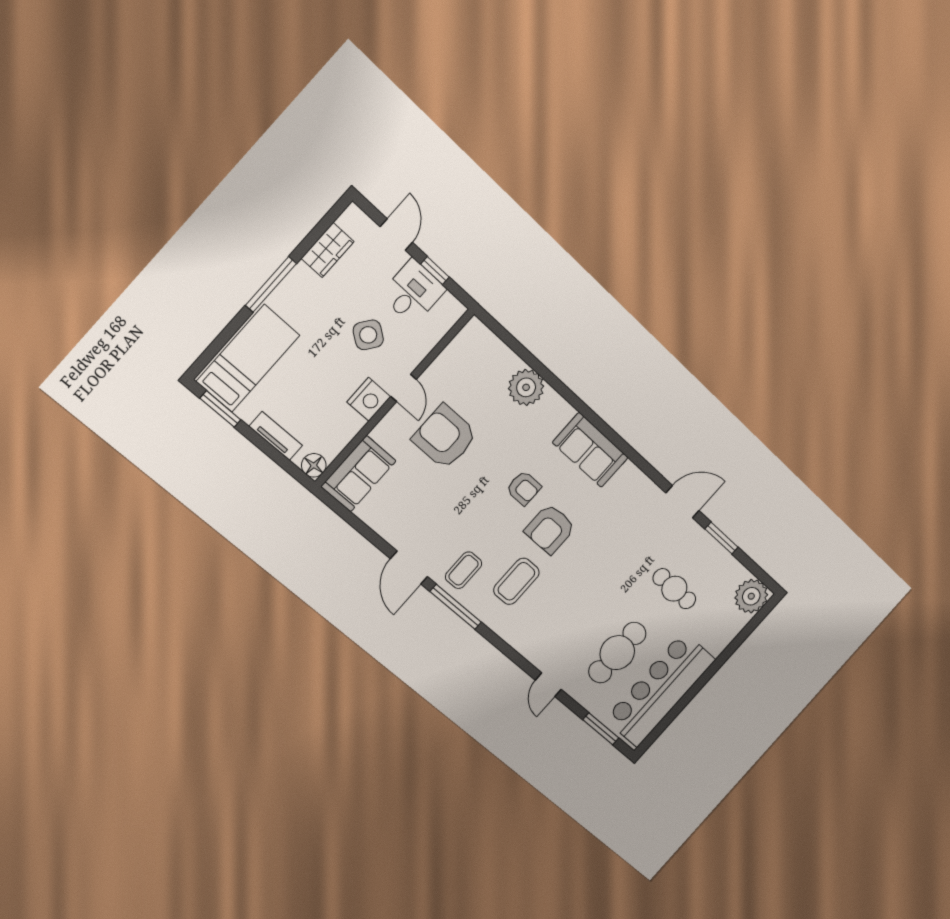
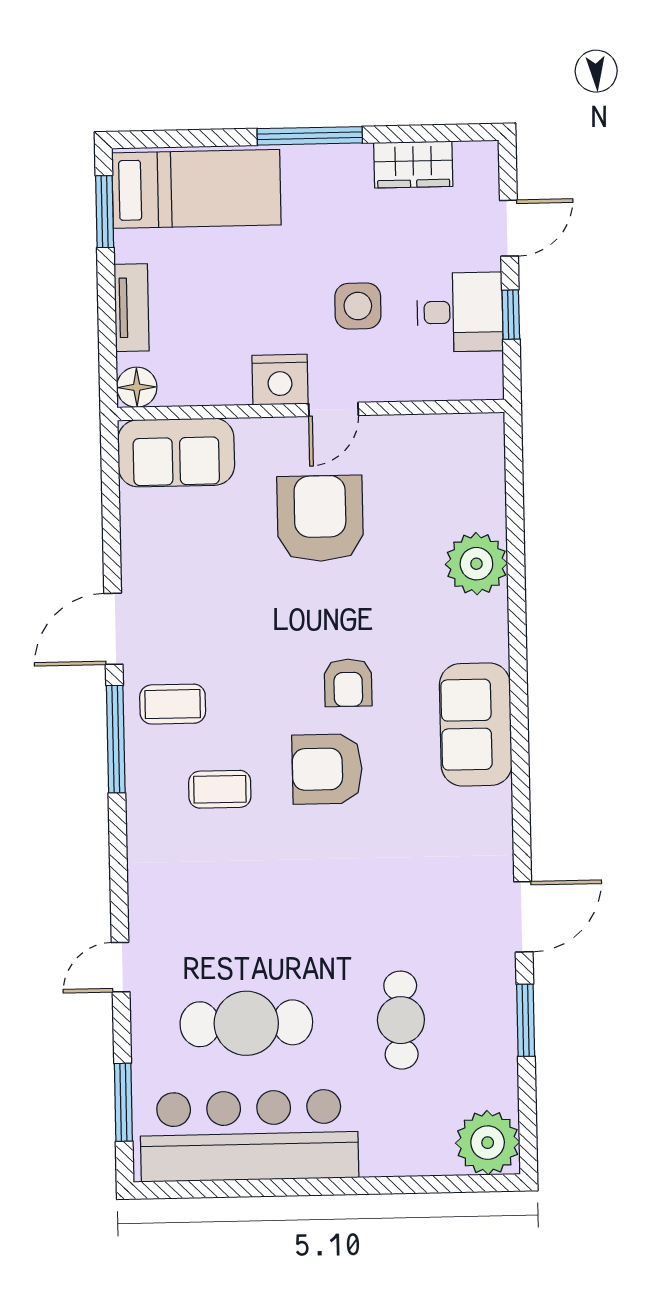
side table: (368, 335) -> (358, 306), turned -36
door: (682, 502) -> (523, 917), hinge flipped
coffee table: (516, 581) -> (220, 789), width x0.73, depth x0.77

